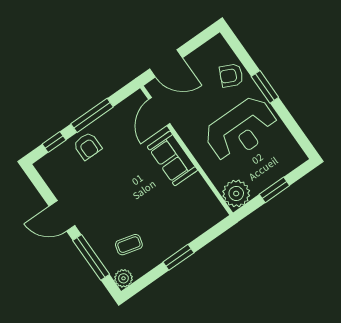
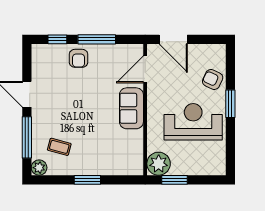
reception desk: (241, 130) -> (193, 122), turned 180
window: (274, 190) -> (175, 180), moved

